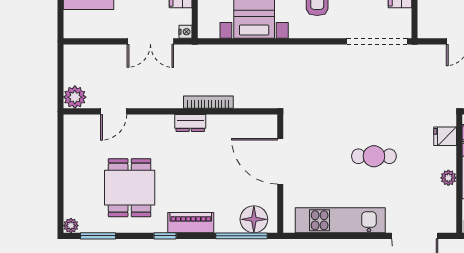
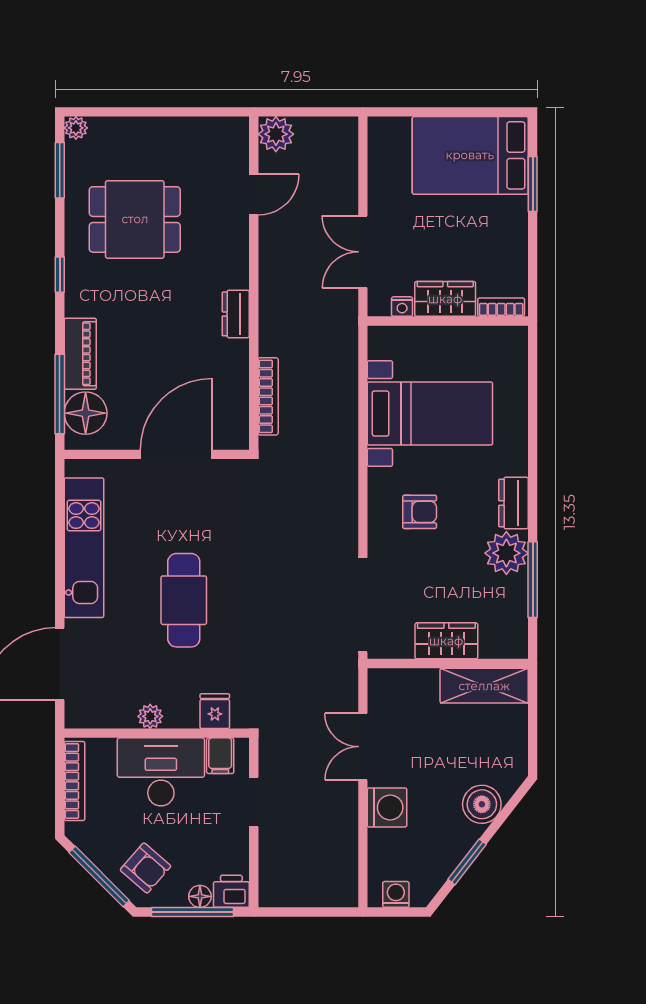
nightstand: (186, 32) -> (402, 307), moved
bookcase: (208, 102) -> (268, 396), moved
door: (114, 111) -> (254, 195), swing flipped
cafe table: (374, 156) -> (184, 600), width x1.37, depth x1.35
piano: (191, 223) -> (80, 354), moved

